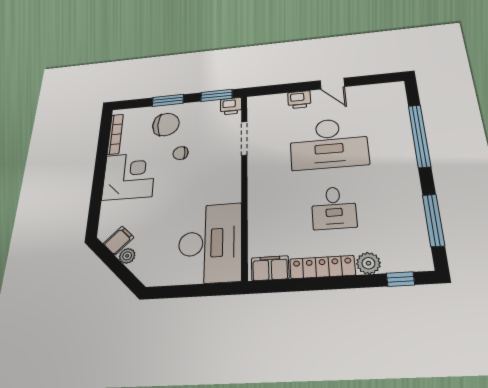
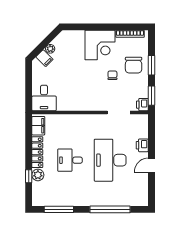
filing cabinet: (119, 241) -> (44, 58), moved
desk: (210, 243) -> (44, 98), width x0.53, depth x0.77
window: (400, 279) -> (29, 176), moved

